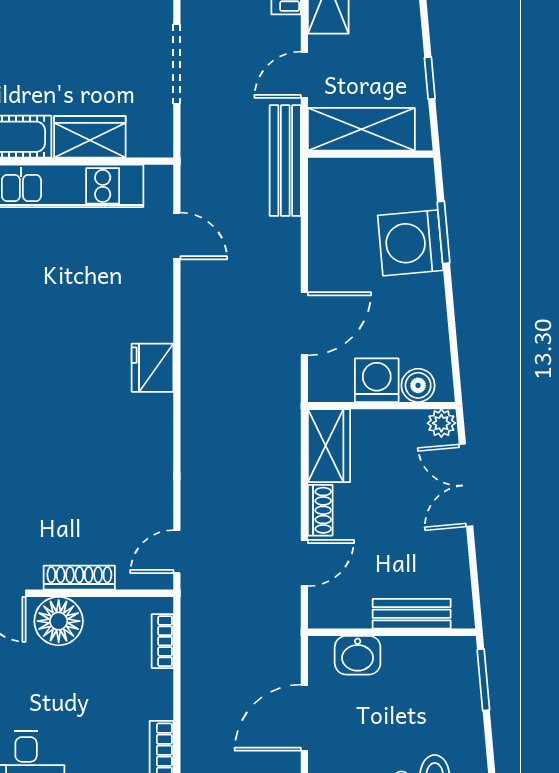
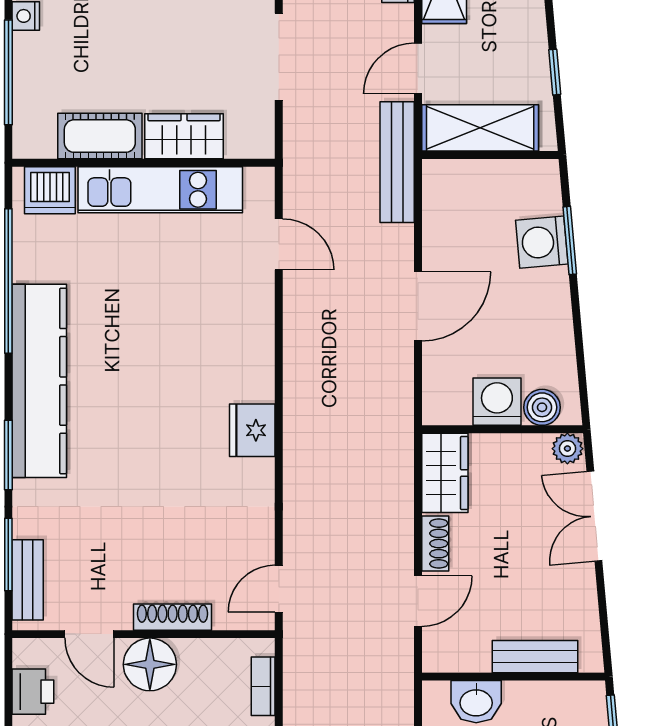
washing machine: (410, 243) -> (542, 242), width x0.73, depth x0.73
door: (304, 324) -> (418, 306), moved
fridge: (152, 368) -> (252, 430), moved

